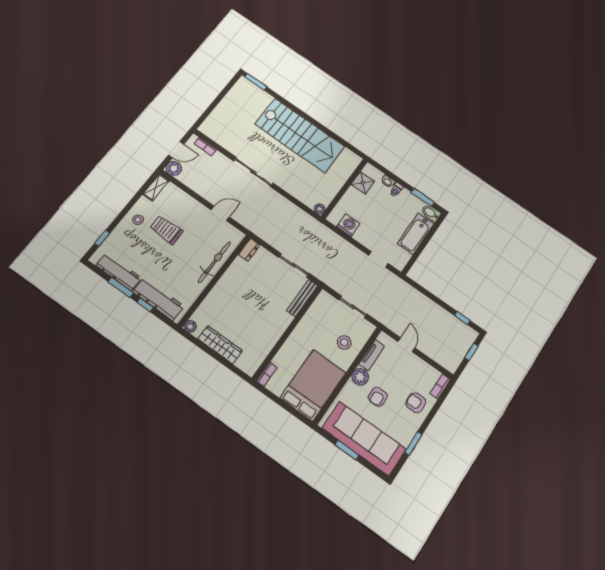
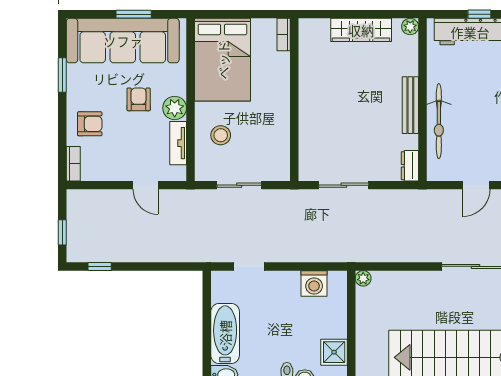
bench: (302, 298) -> (410, 105), moved

